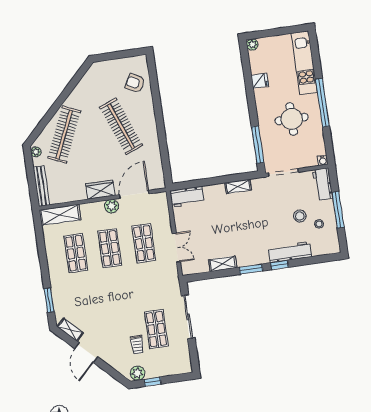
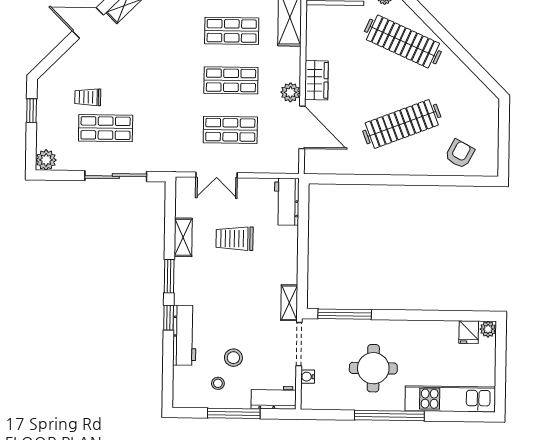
fridge: (260, 81) -> (469, 332), moved
water cooler: (323, 160) -> (308, 377), moved
shelving: (238, 186) -> (289, 303), moved
trolley: (218, 228) -> (235, 239), added
plant: (138, 373) -> (46, 160), moved

